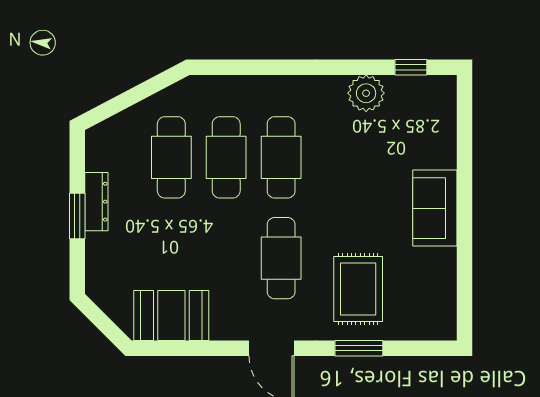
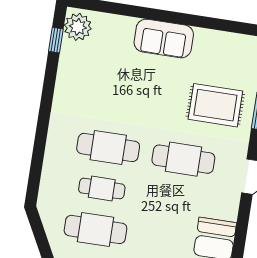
plant: (366, 93) -> (78, 27), moved
cafe table: (226, 157) -> (102, 188), width x0.73, depth x0.74

